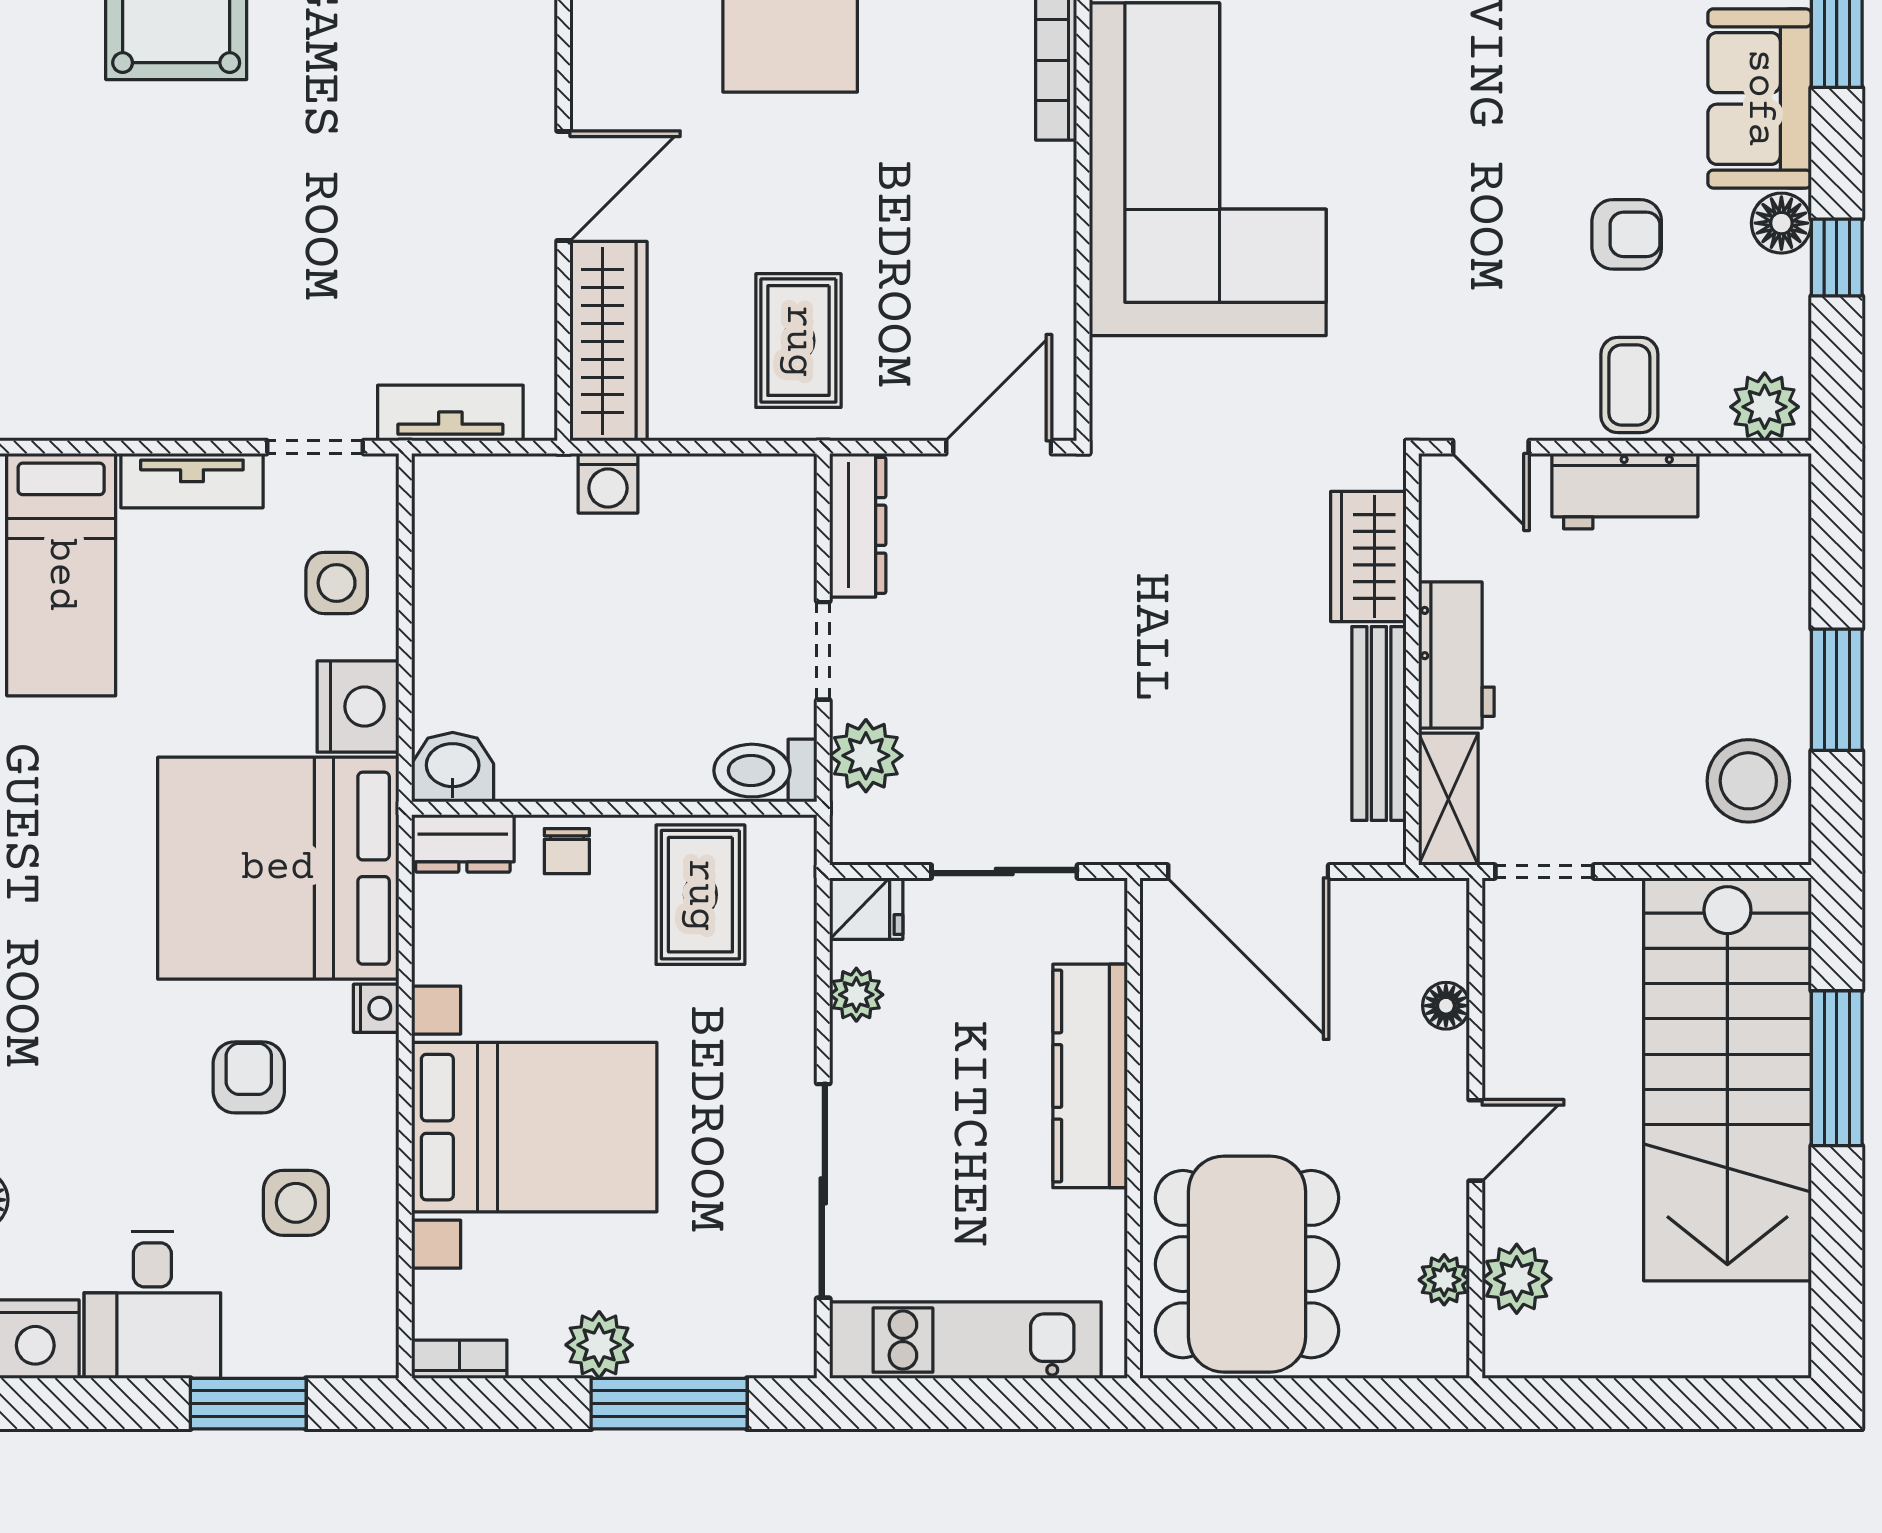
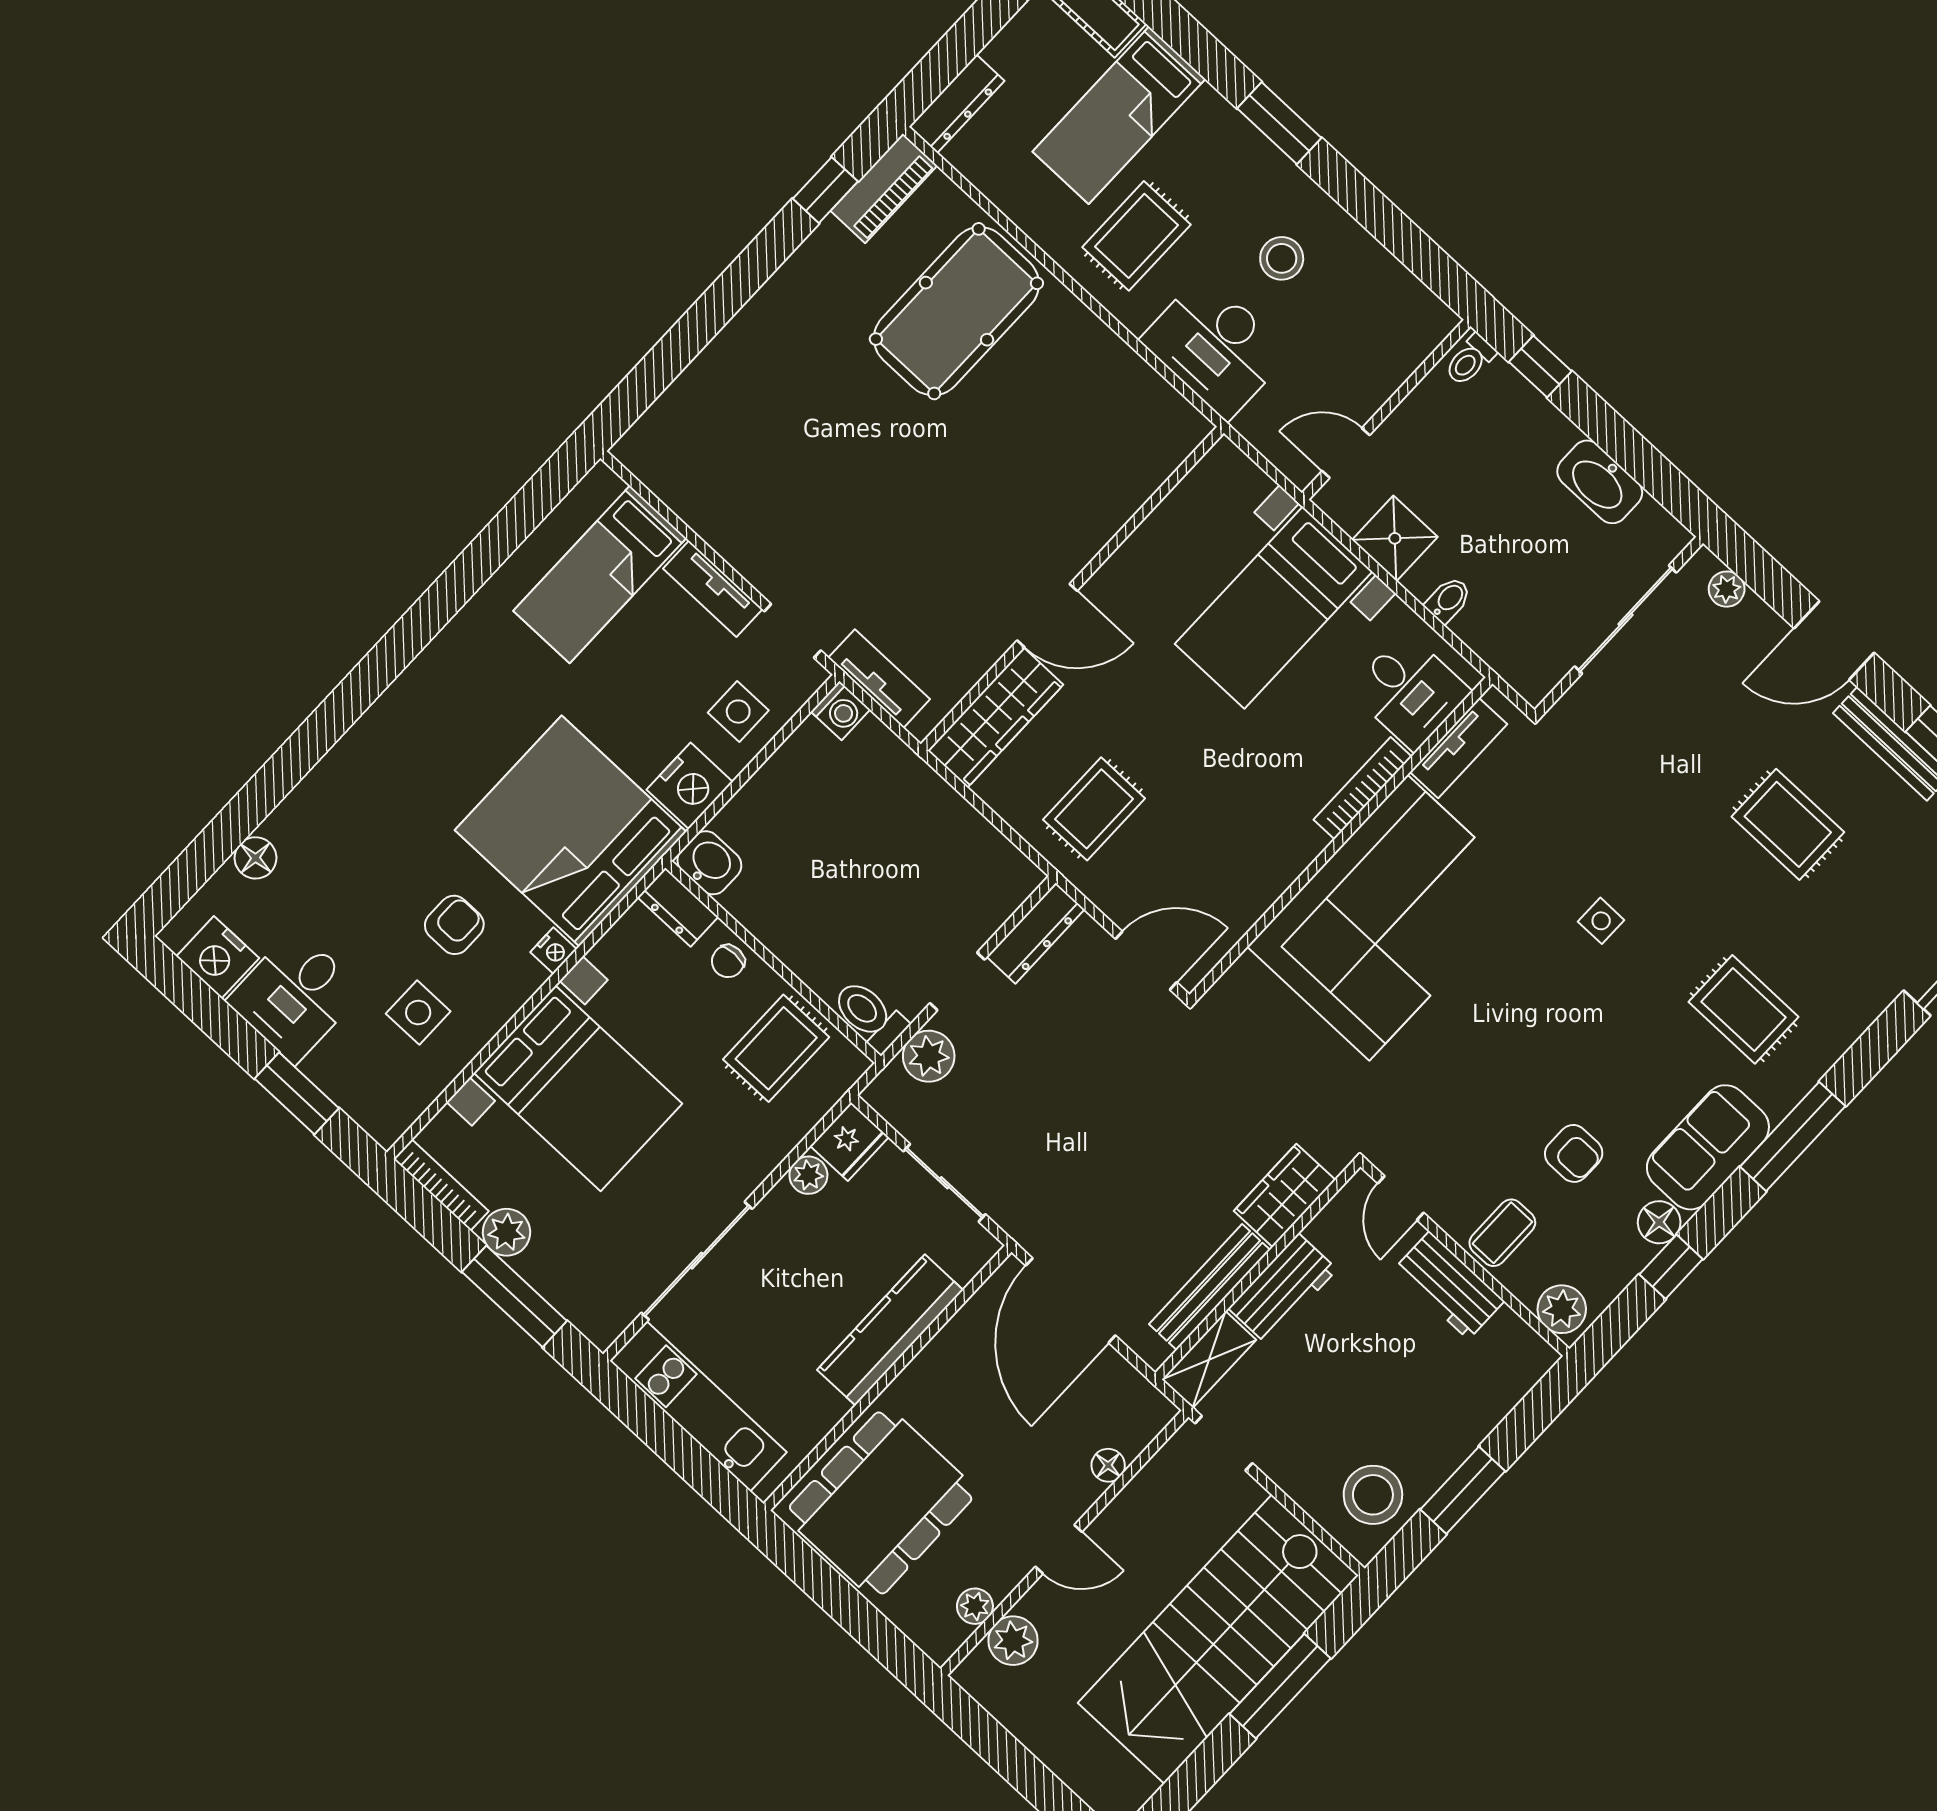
washing machine: (608, 483) -> (840, 711), moved, turned -90
fridge: (866, 909) -> (849, 1142), width x1.38
bookcase: (459, 1359) -> (441, 1185), width x1.56

